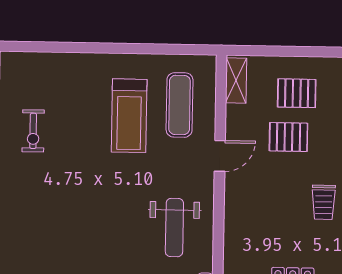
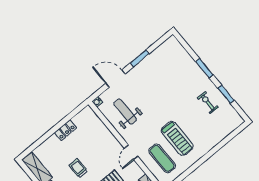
treadmill: (129, 116) -> (177, 138), turned 180

